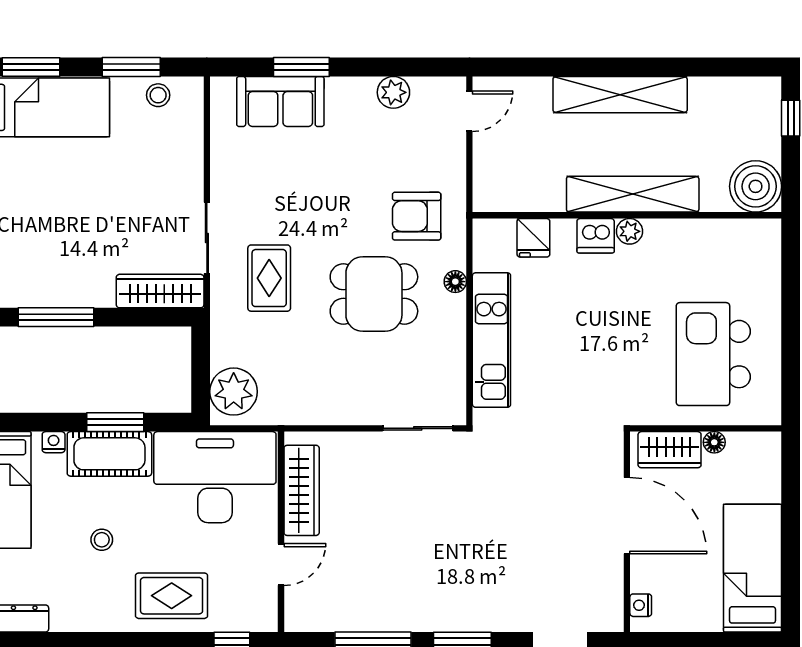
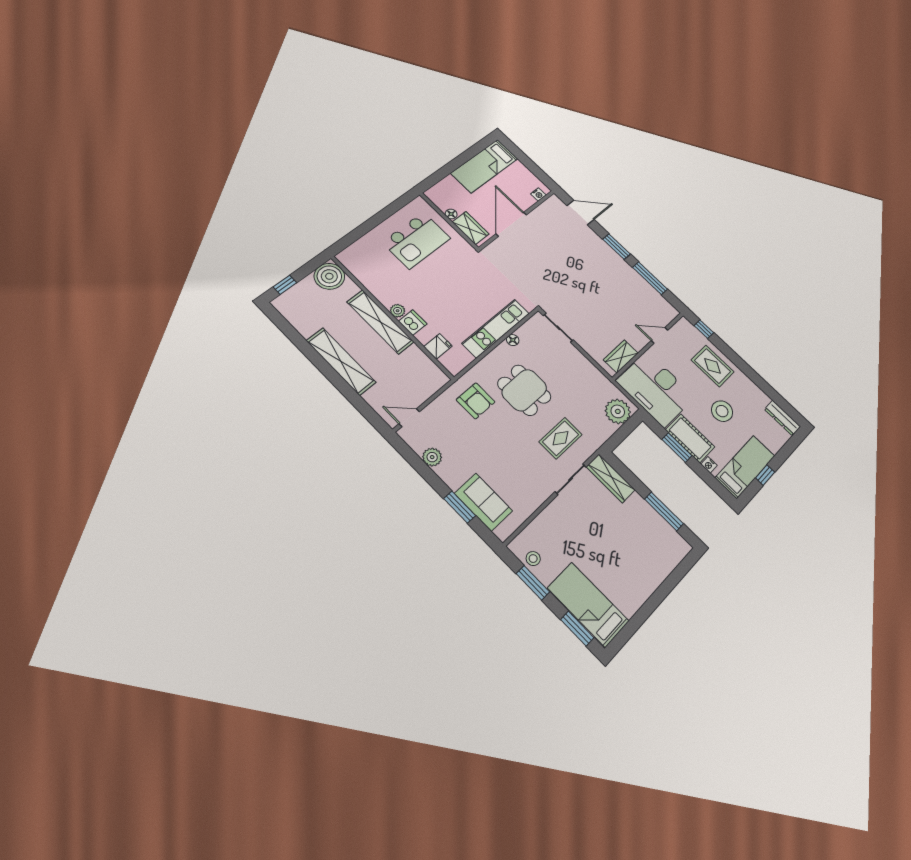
floor lamp: (455, 282) -> (513, 340), moved
wardrobe: (302, 490) -> (621, 356), width x0.67
stool: (102, 540) -> (722, 411), width x1.89, depth x1.89

